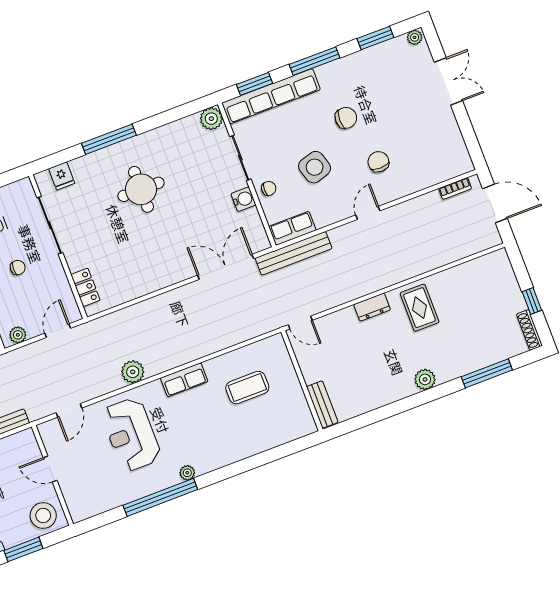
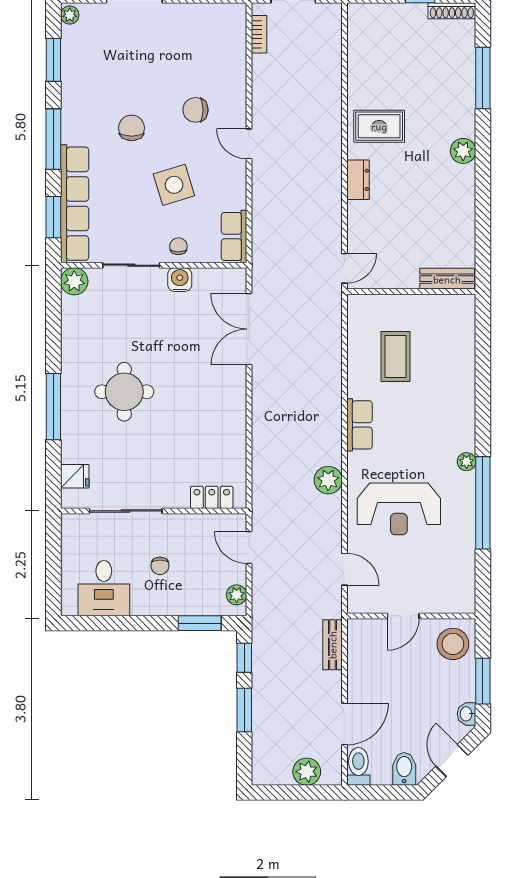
bench: (294, 253) -> (263, 246), removed
chair: (18, 268) -> (160, 566), turned 180

